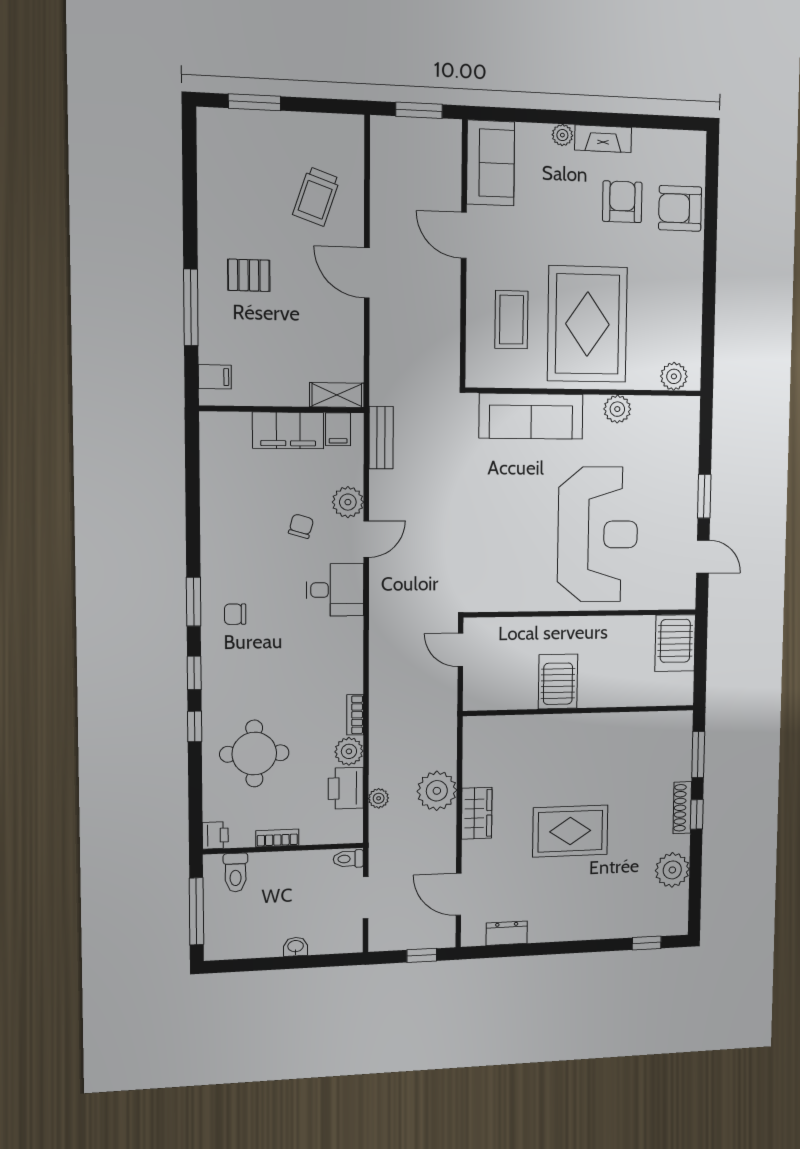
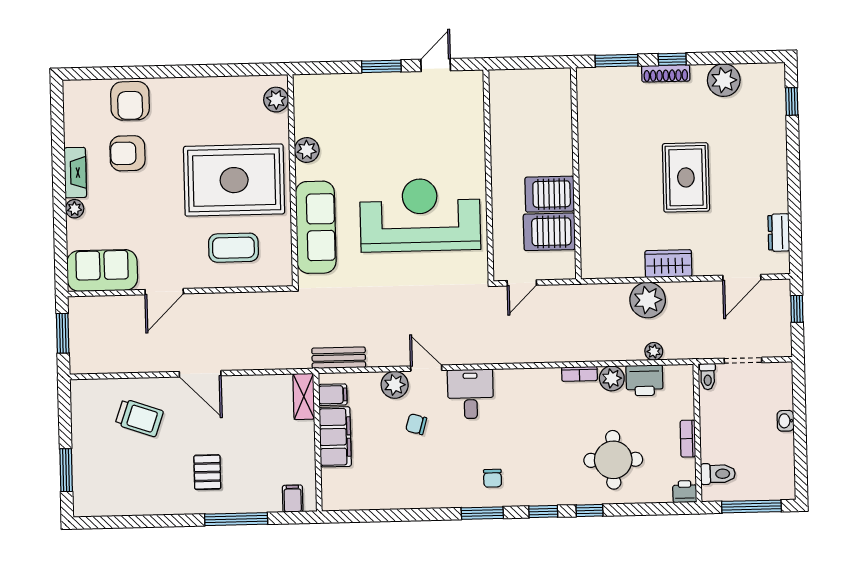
door: (367, 273) -> (200, 374), hinge flipped
reception desk: (598, 534) -> (420, 215), moved
server rack: (675, 643) -> (549, 232), moved, turned 180

